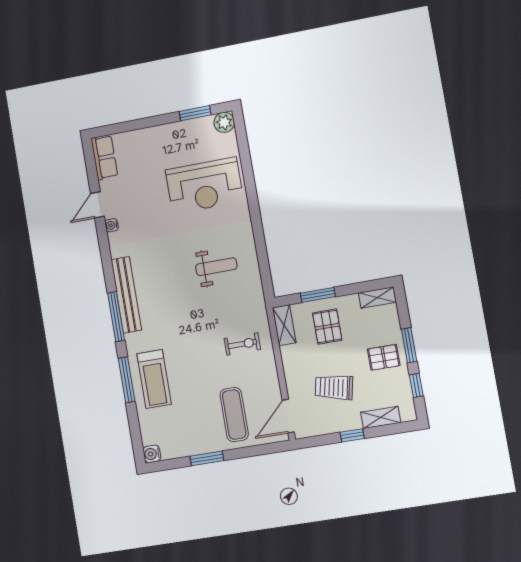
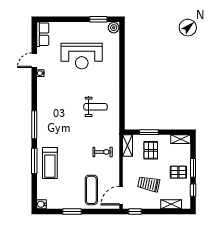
reception desk: (204, 185) -> (82, 56), moved
bench: (126, 295) -> (42, 114), removed
window: (352, 435) -> (135, 212), moved

